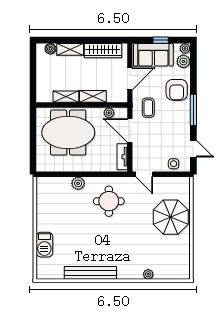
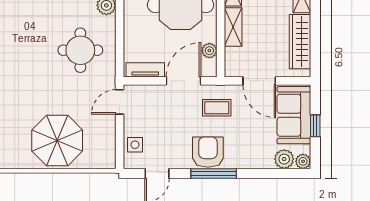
armchair: (177, 90) -> (208, 152), moved, turned 90

